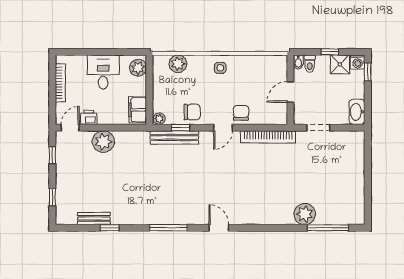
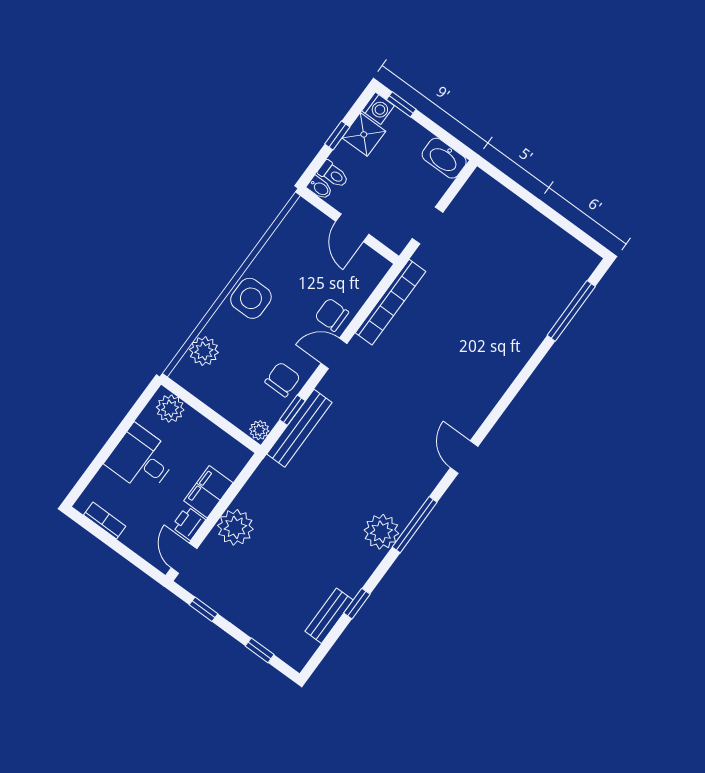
side table: (220, 68) -> (251, 298), width x1.87, depth x1.87
bookcase: (60, 83) -> (105, 521), width x0.64
filing cabinet: (138, 110) -> (208, 492), moved, turned 90
door: (223, 128) -> (334, 353), swing flipped
plant: (305, 214) -> (381, 532), moved
door: (219, 228) -> (464, 457), hinge flipped

